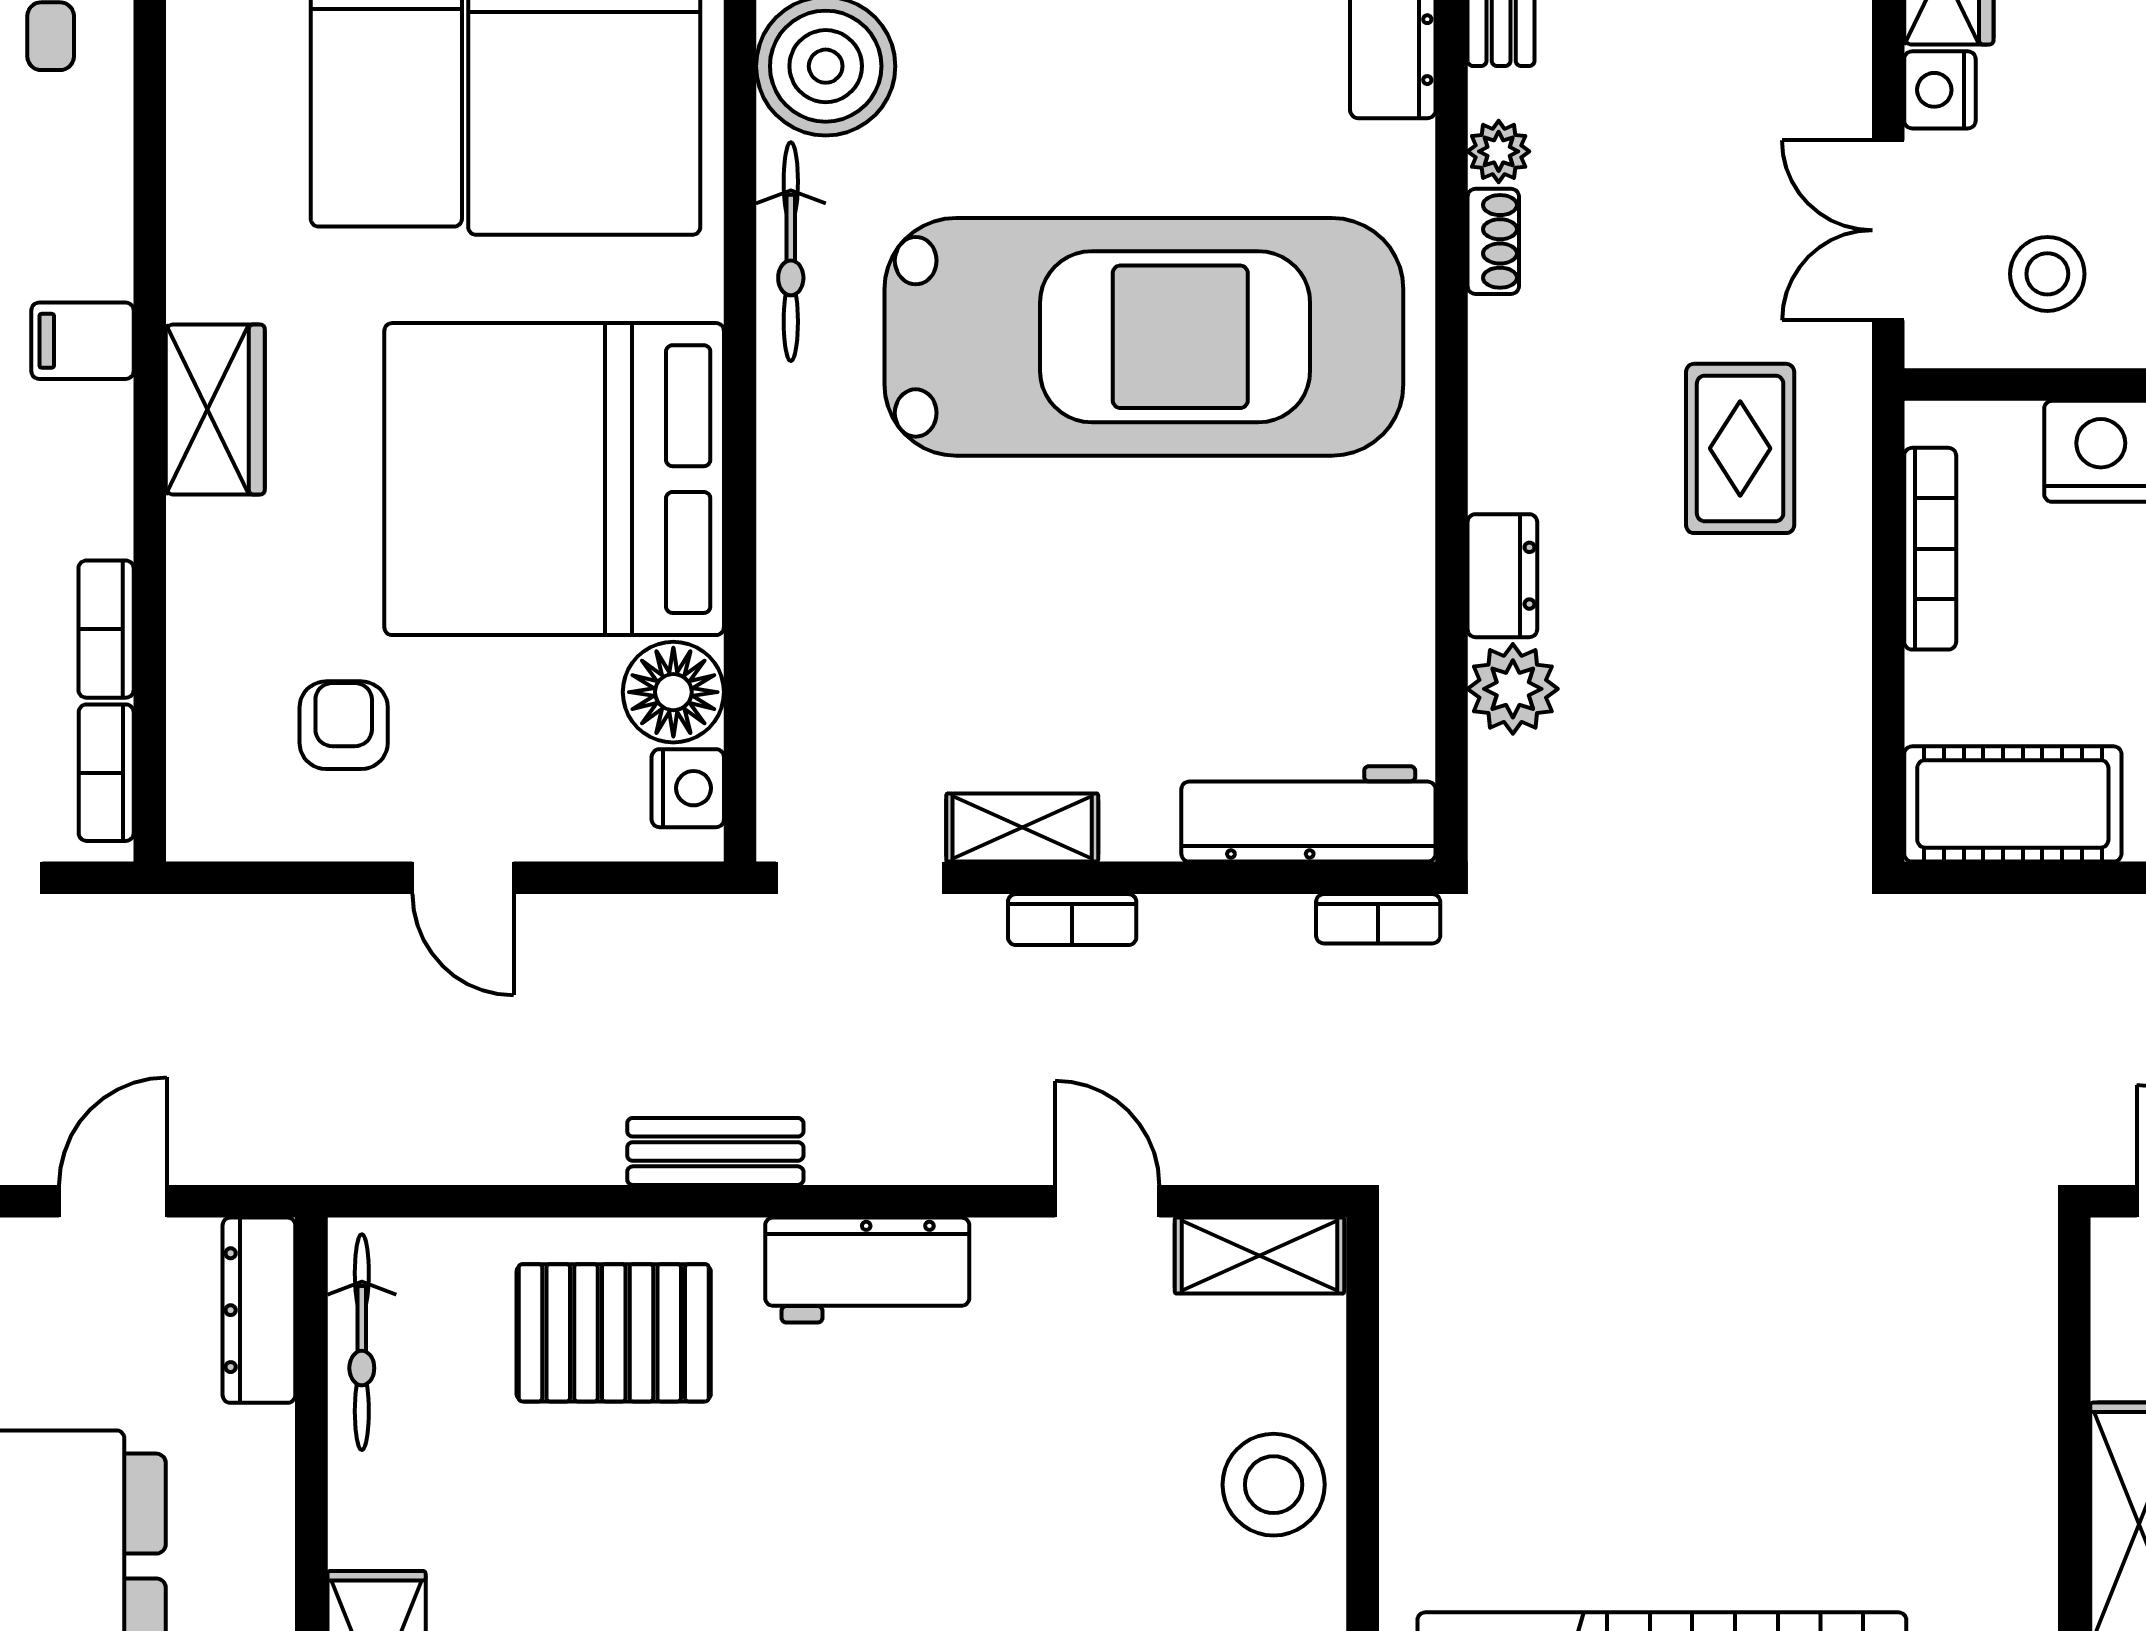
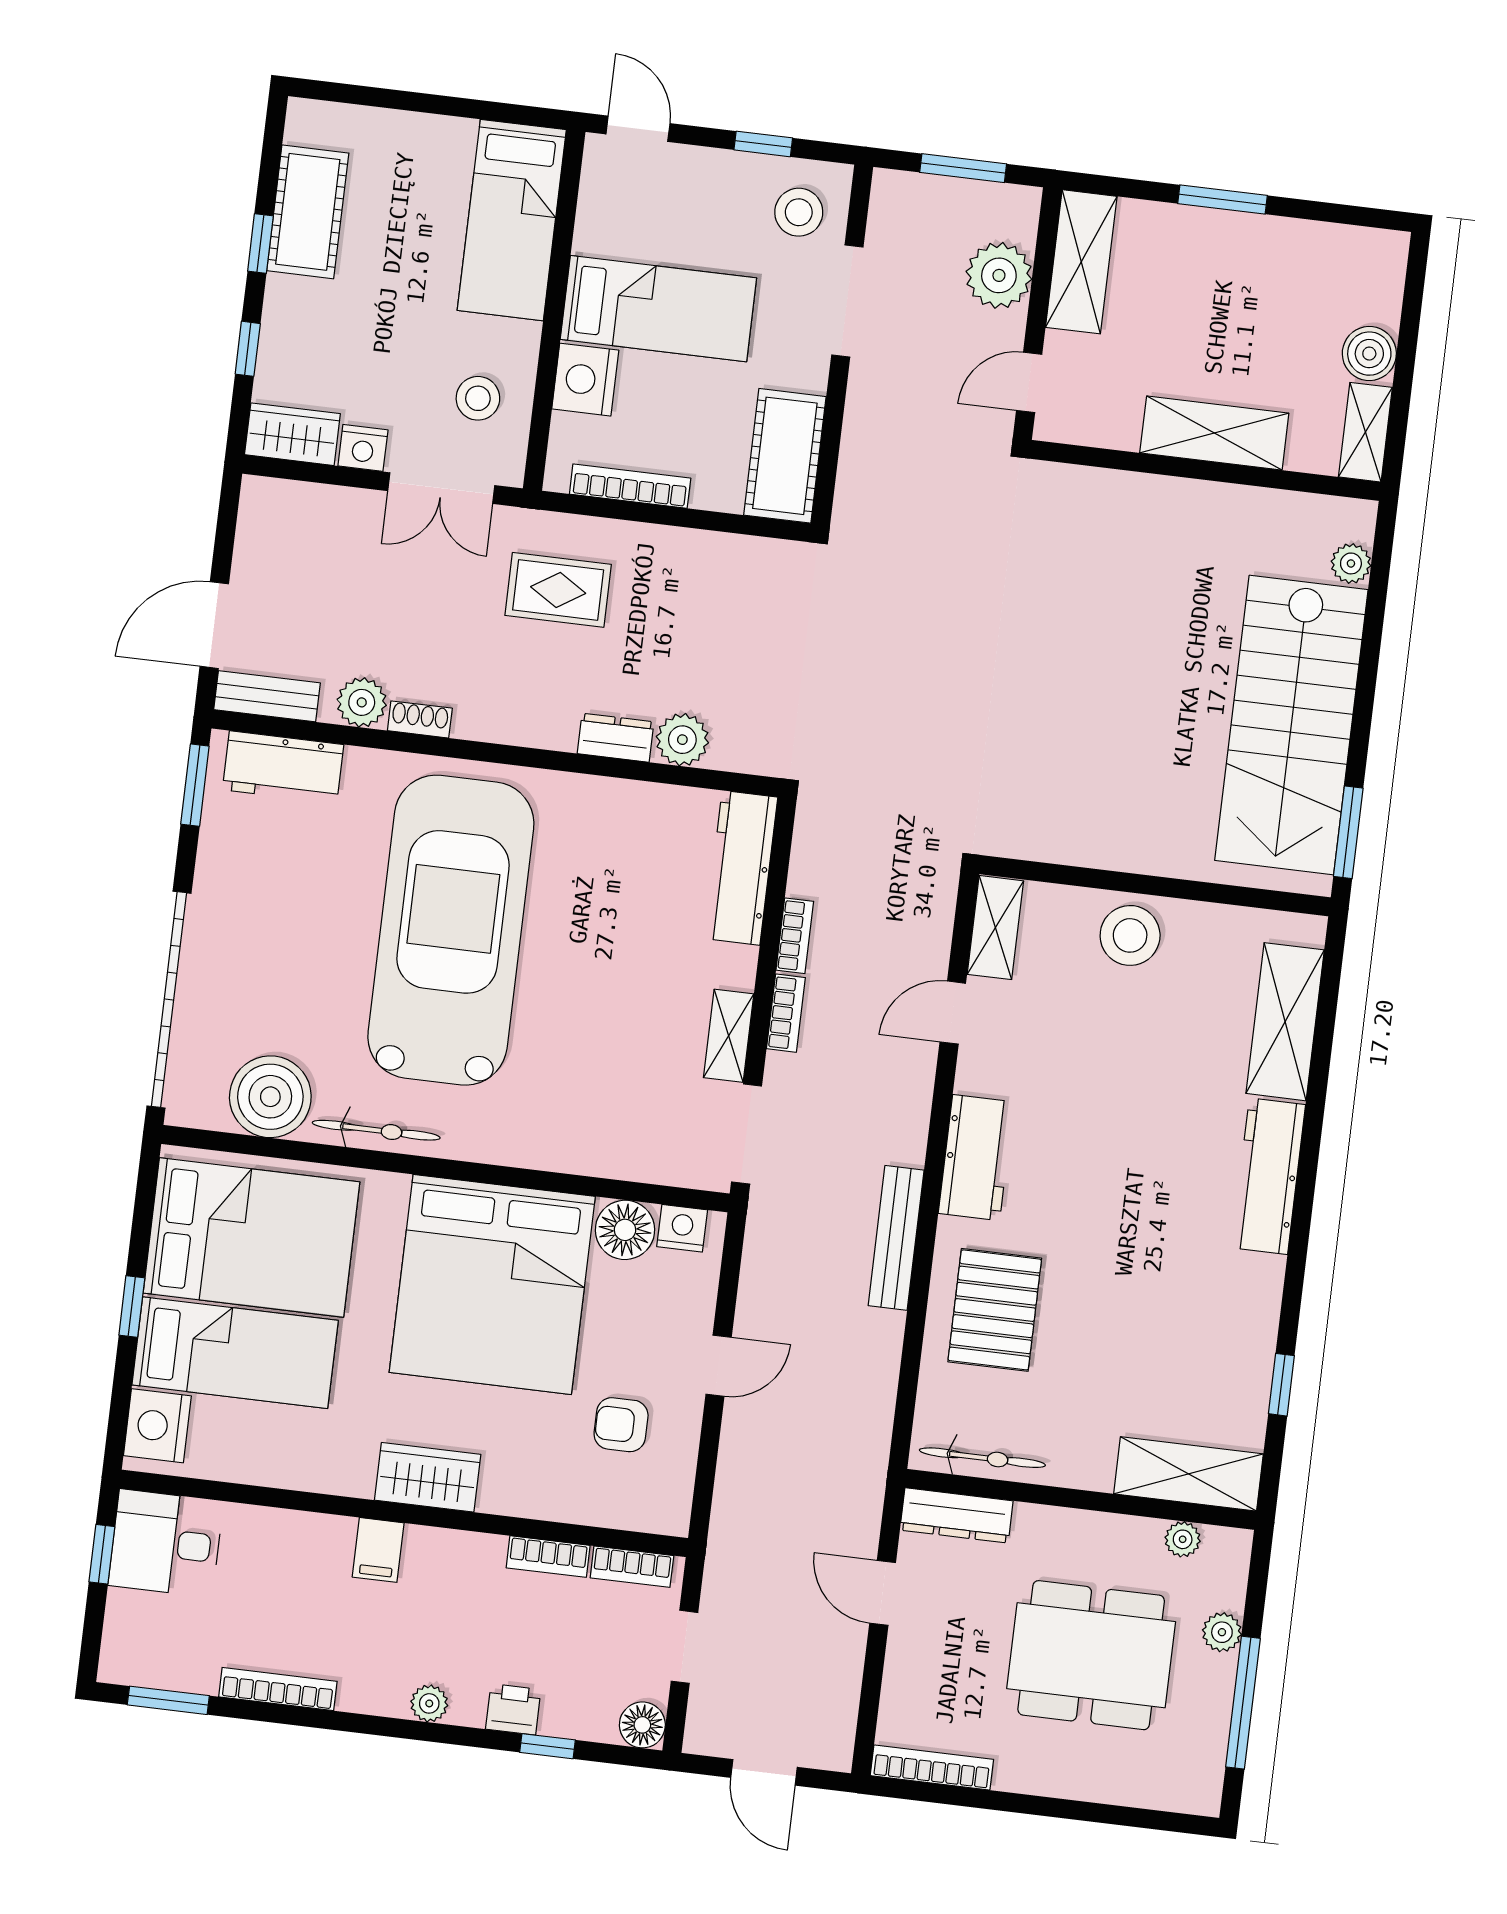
plant: (1499, 151) -> (362, 702), width x1.38, depth x1.38
bookcase: (1378, 919) -> (795, 936), moved
bench: (715, 1151) -> (896, 1238), width x1.36

